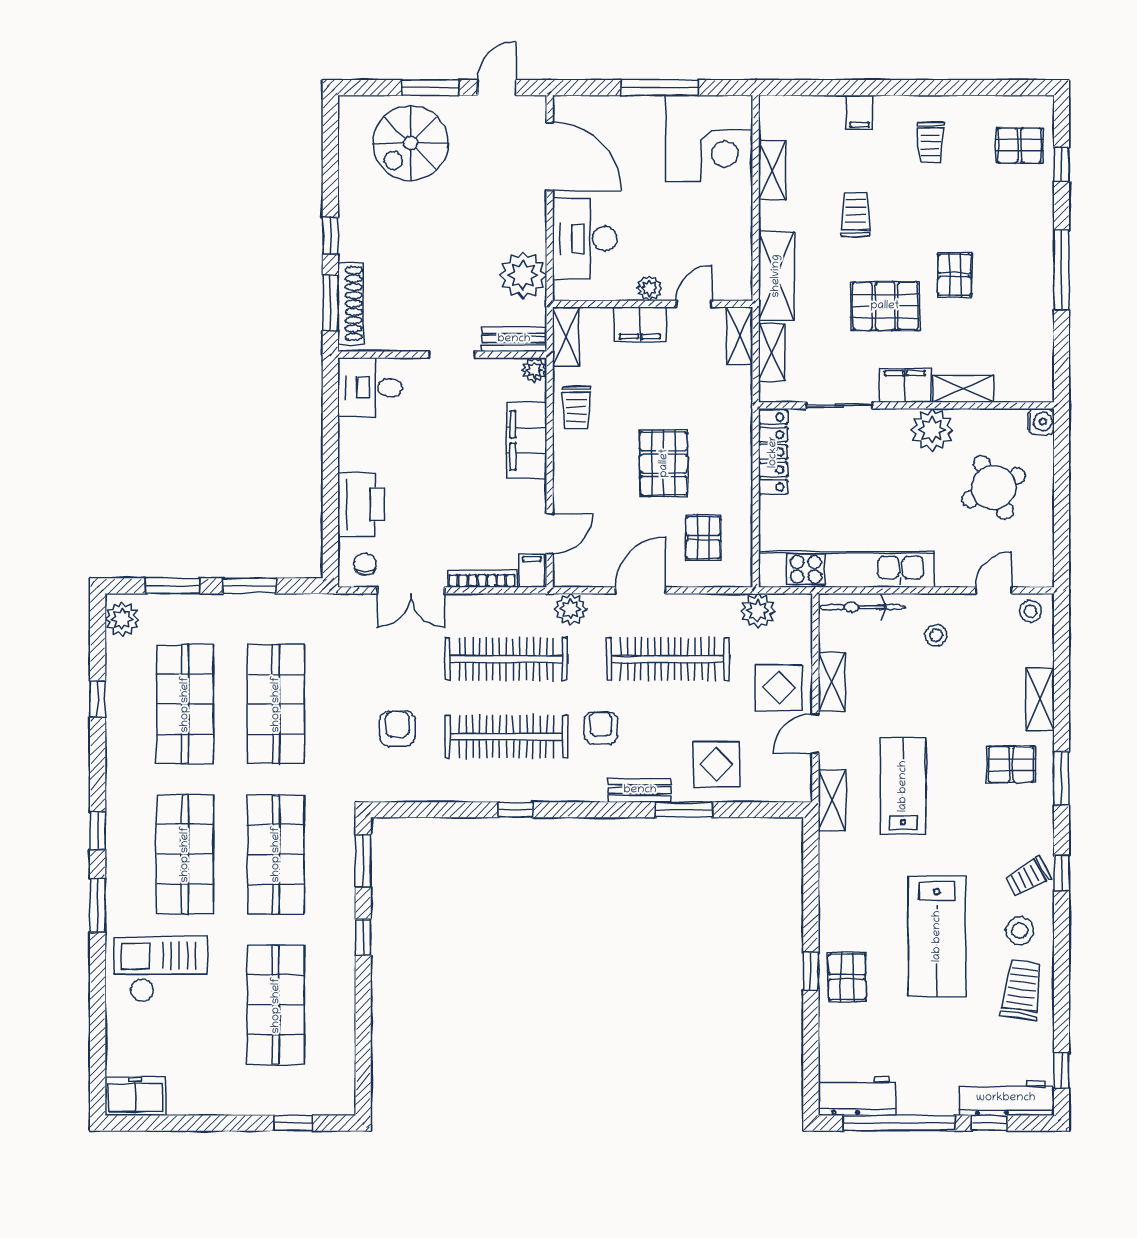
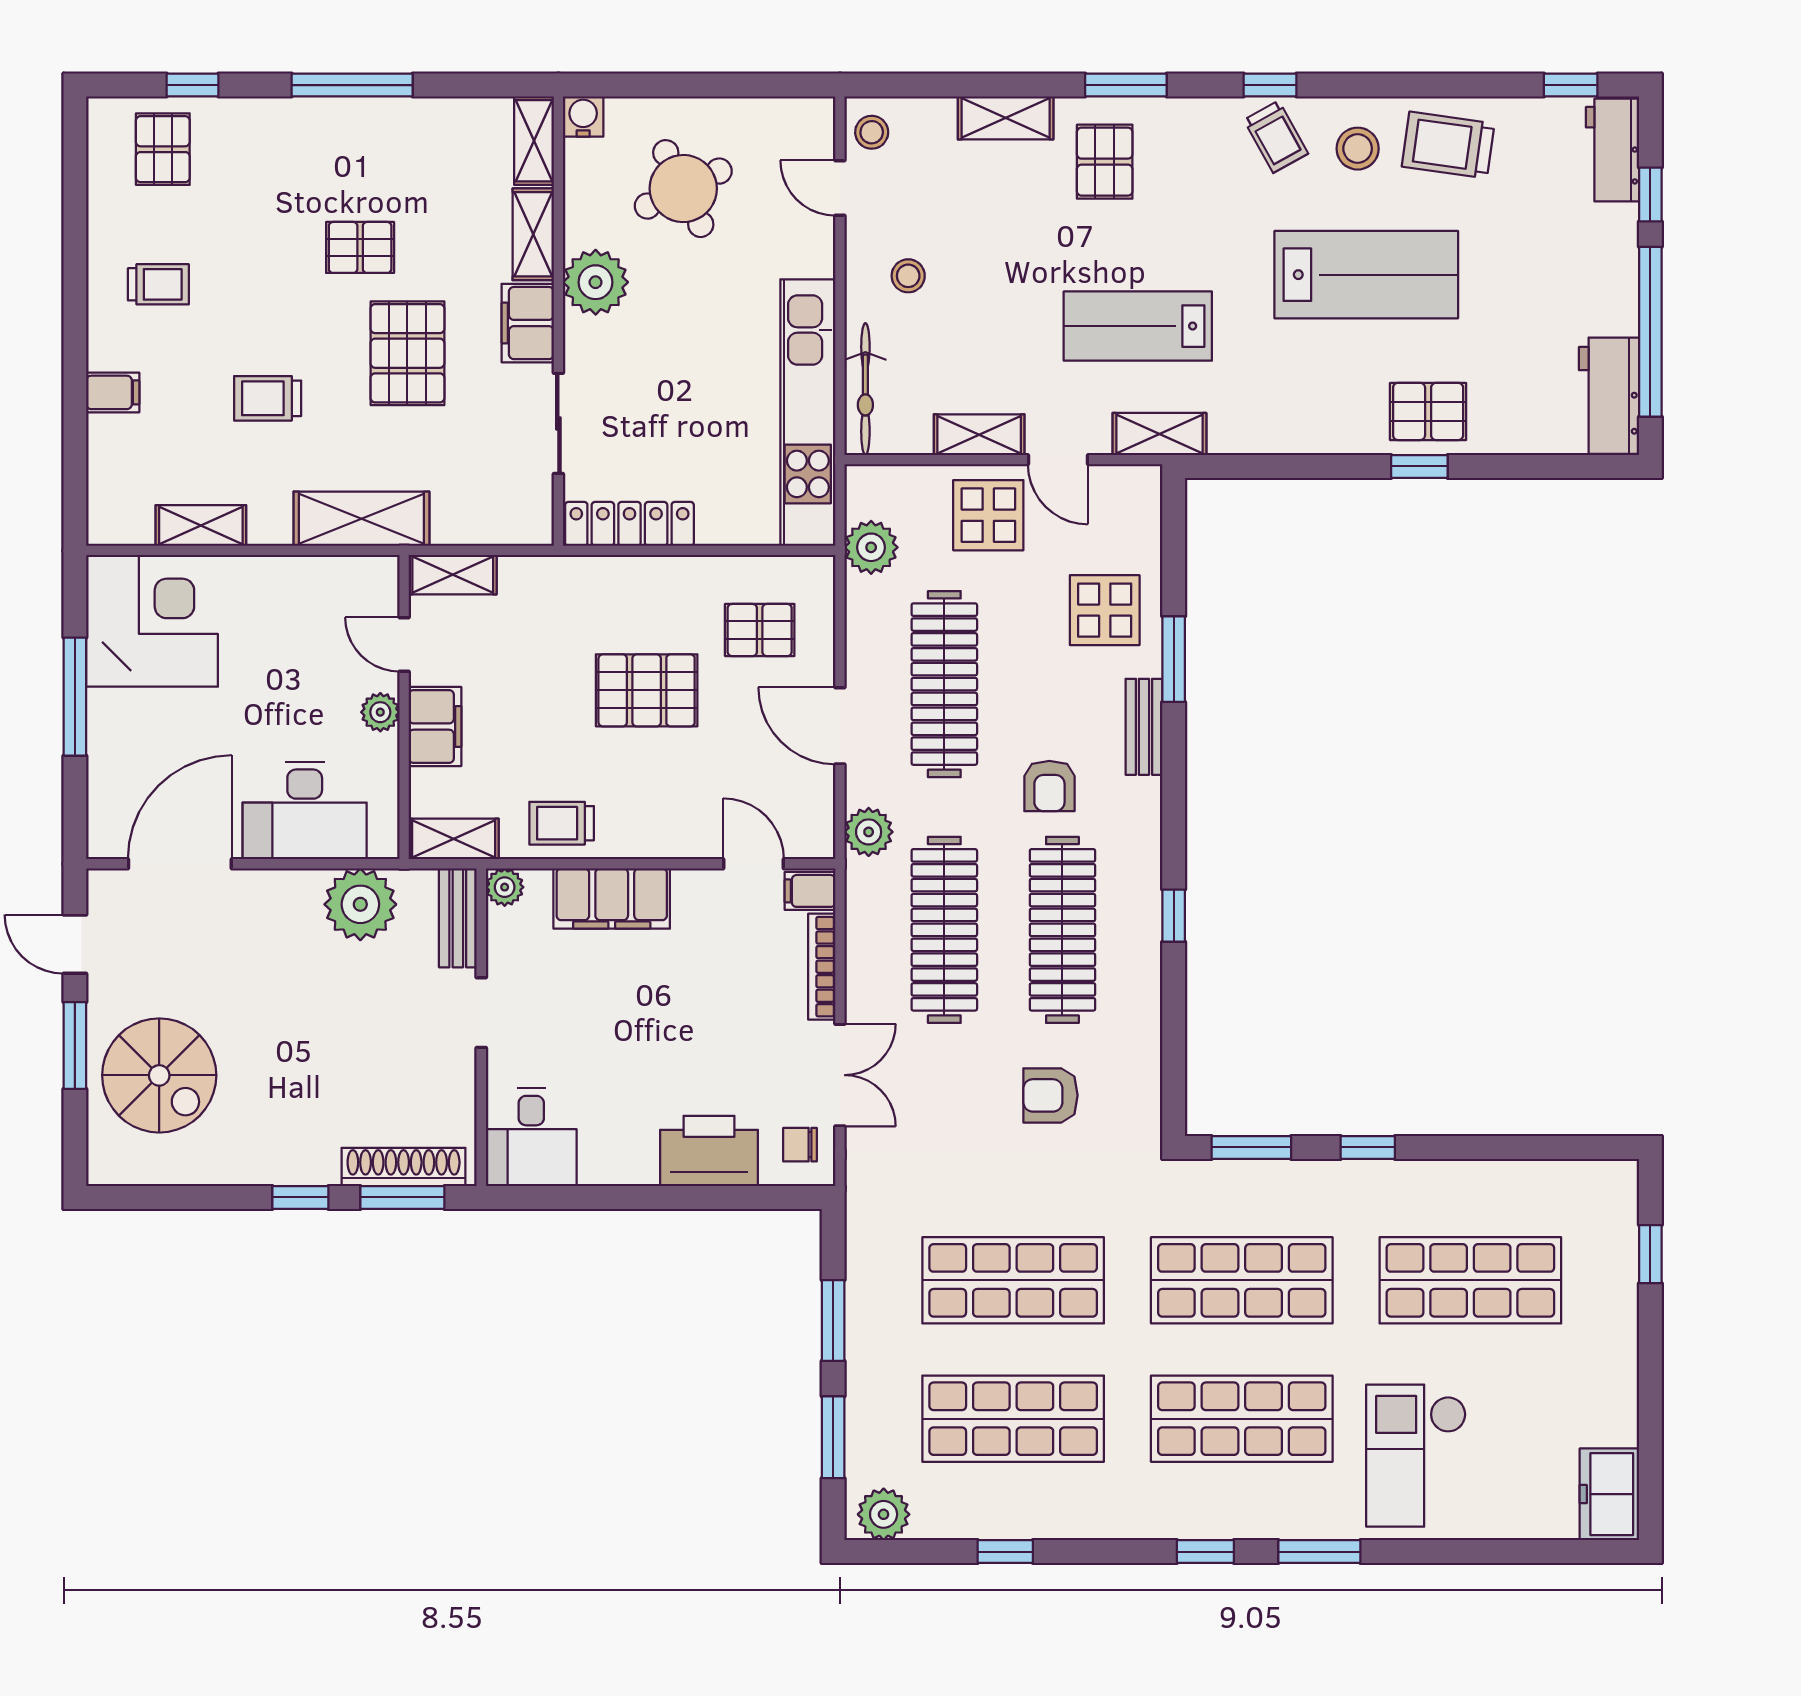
shelving: (772, 352) -> (534, 141), moved, turned 90
trolley: (576, 407) -> (562, 823), turned 180
armchair: (601, 728) -> (1049, 786), turned -90
workbench: (1006, 1098) -> (1612, 150), width x0.73

